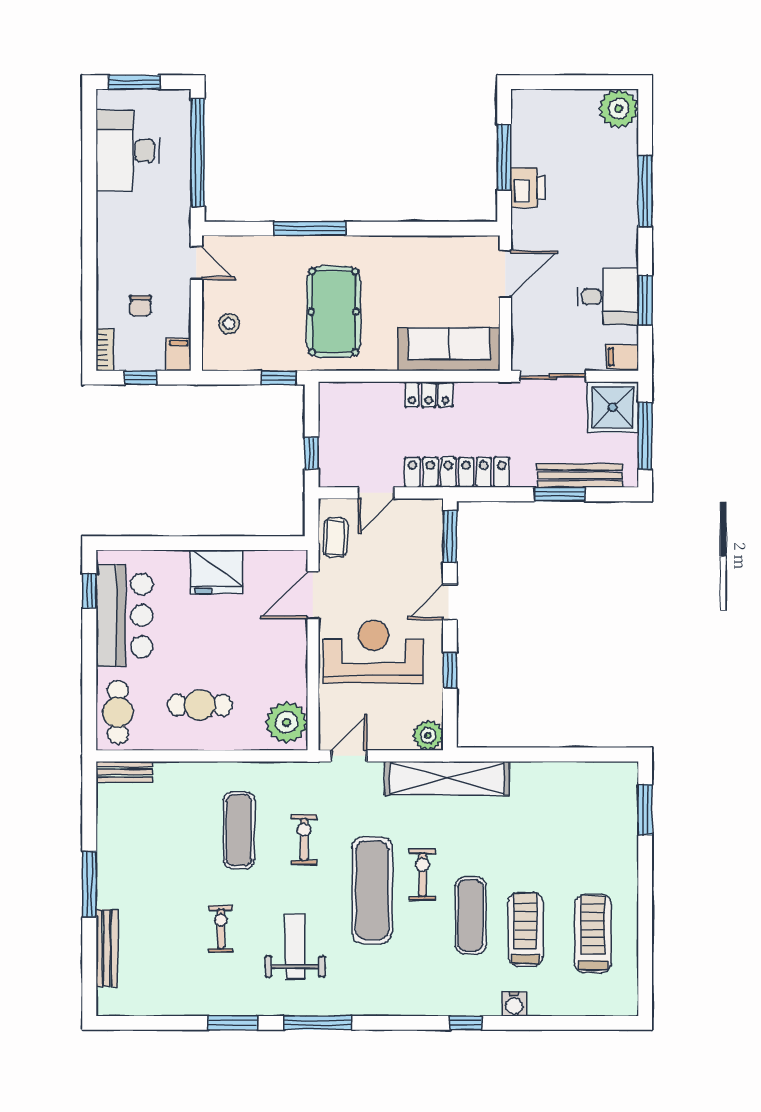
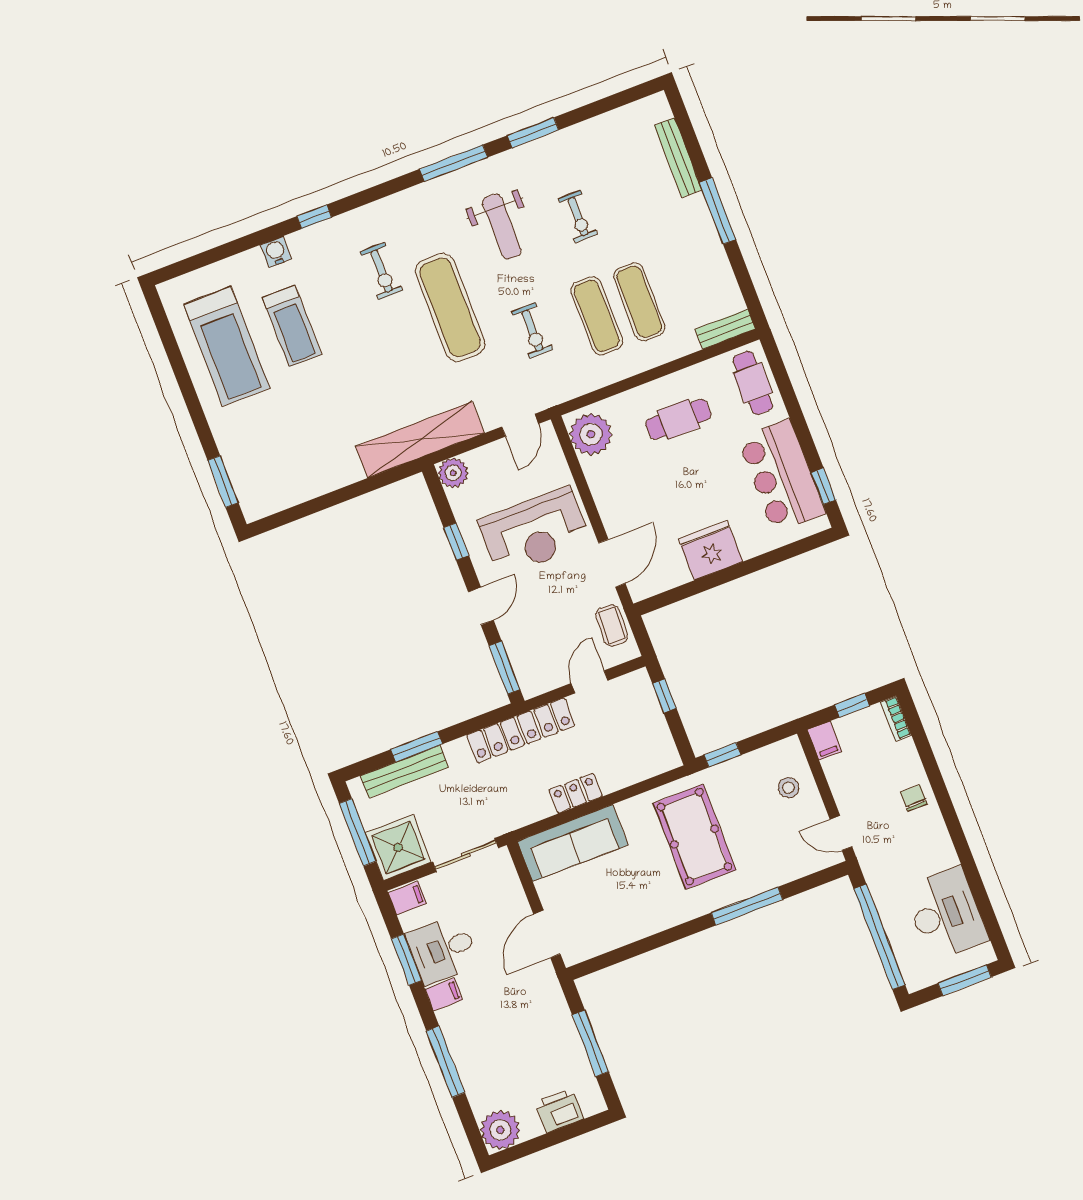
printer: (527, 188) -> (559, 1111), moved, turned 90
filing cabinet: (623, 255) -> (444, 994), added
chair: (140, 306) -> (914, 798), moved
exercise bike: (422, 875) -> (382, 271), moved
exercise mat: (470, 915) -> (639, 302), moved
treadmill: (593, 934) -> (227, 346), width x1.37, depth x1.38

